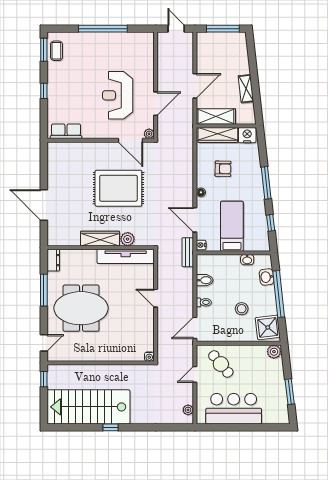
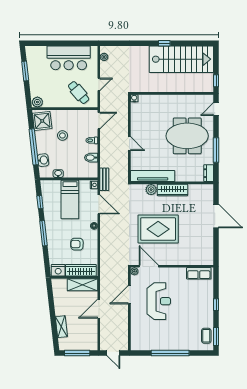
shelving: (246, 89) -> (61, 327), moved

